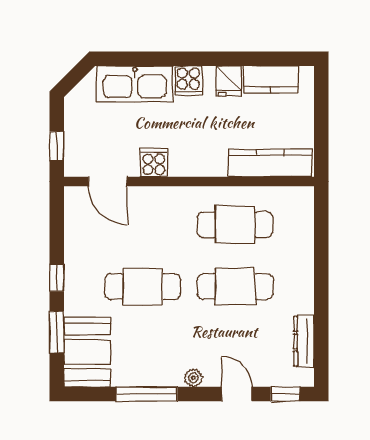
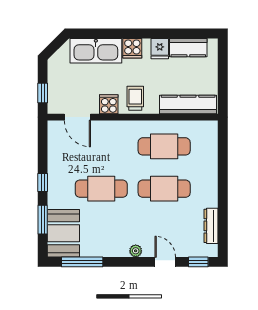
trolley: (193, 154) -> (135, 98), added
window: (147, 394) -> (82, 262), moved

